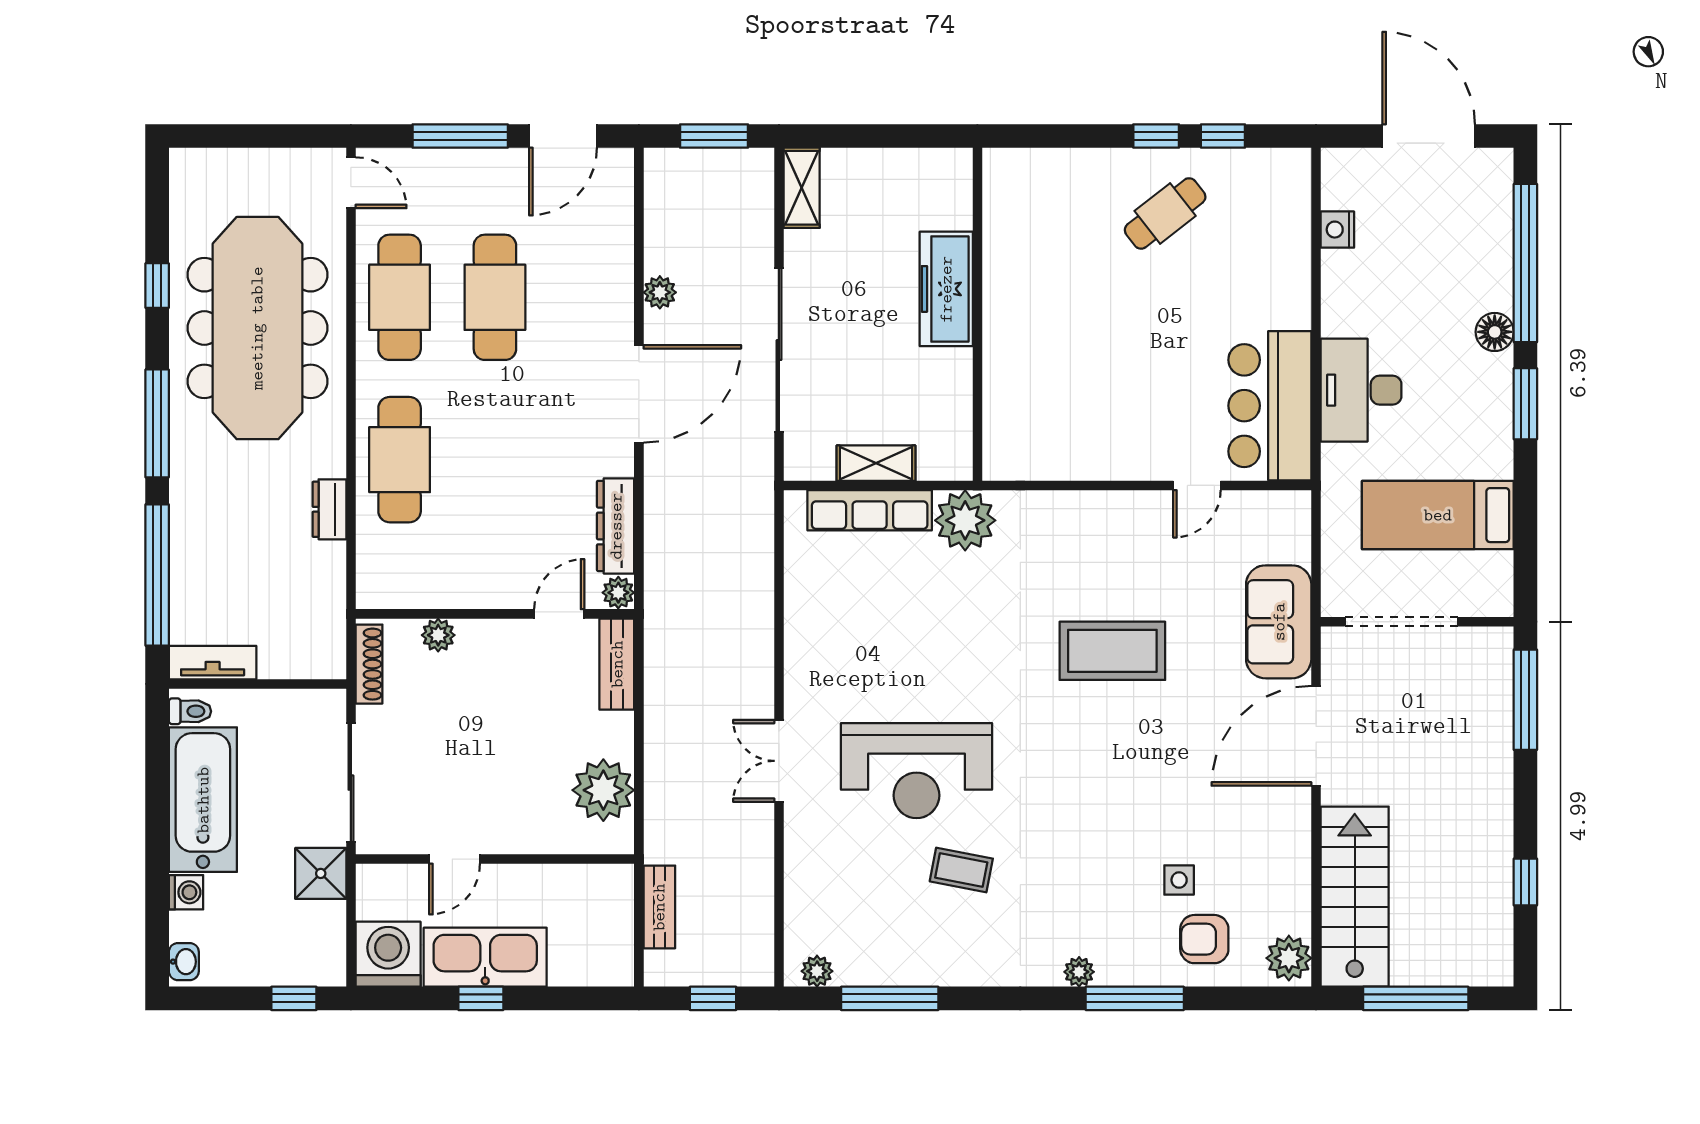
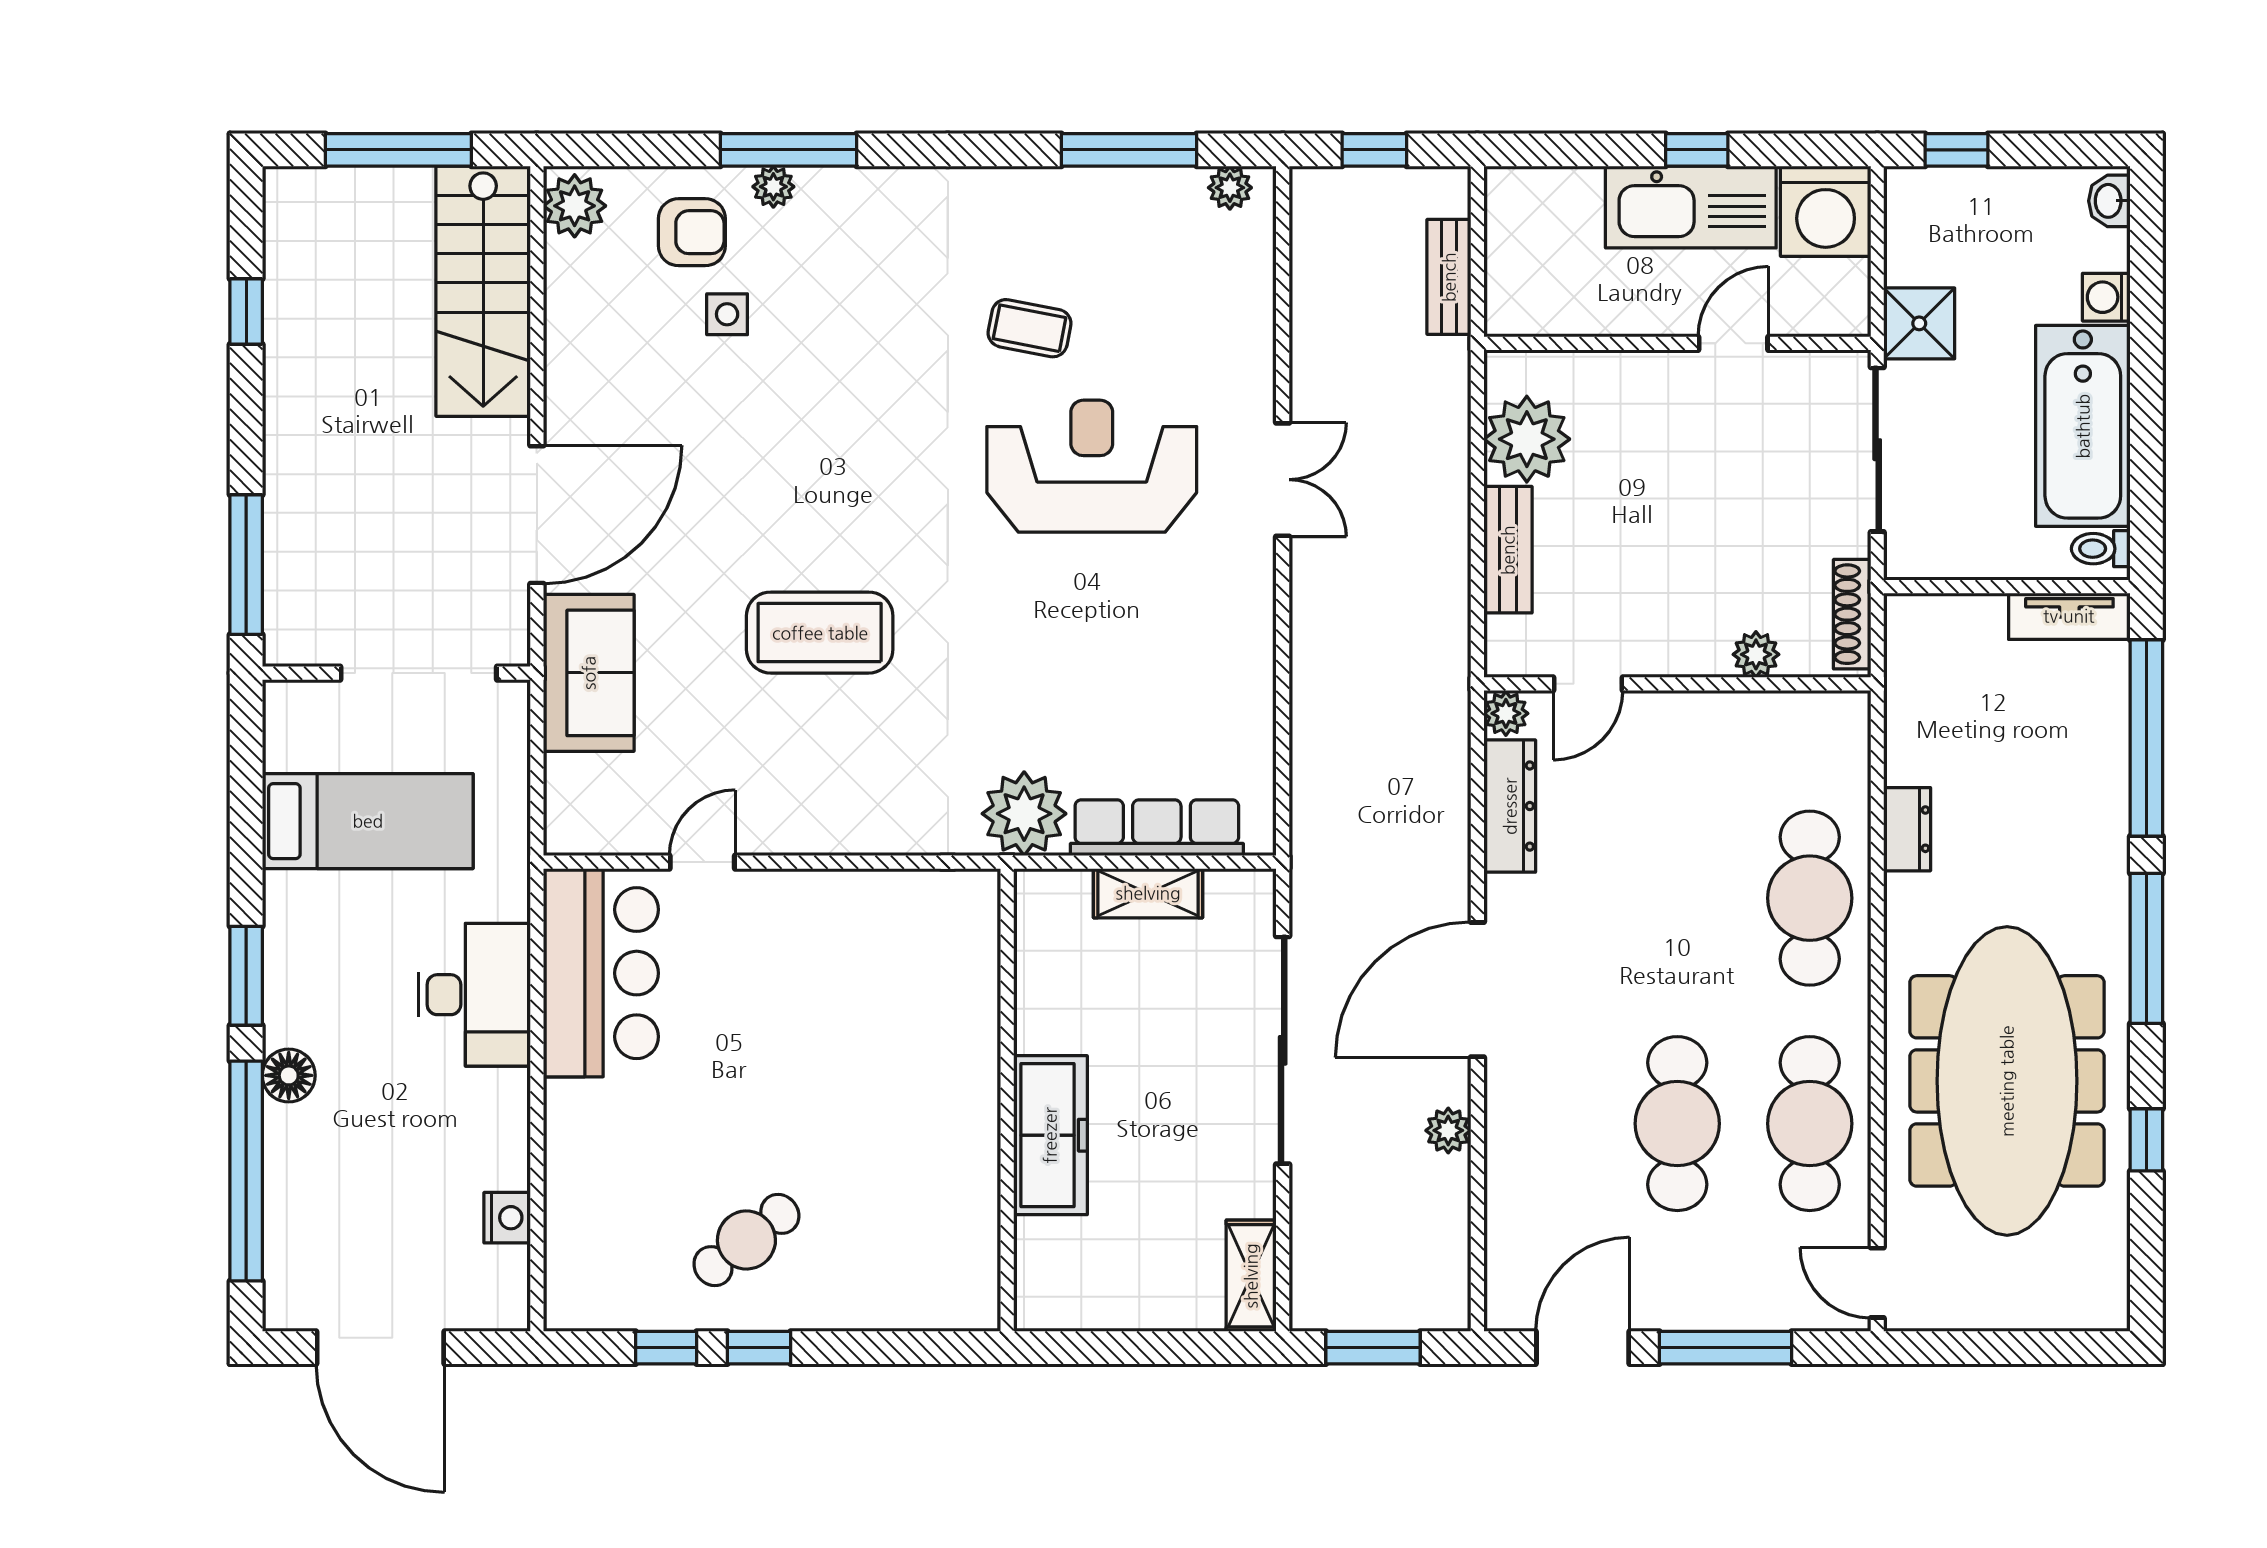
bench: (617, 664) -> (1508, 550), moved
plant: (1079, 972) -> (773, 187), moved

